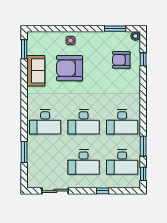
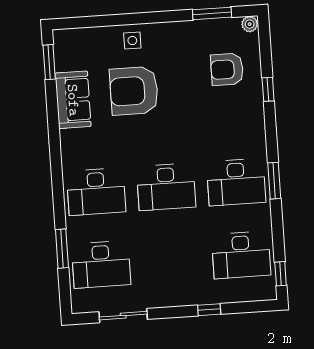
window: (143, 59) -> (268, 89), moved
window: (143, 146) -> (274, 181), moved
desk: (84, 162) -> (101, 264), moved

